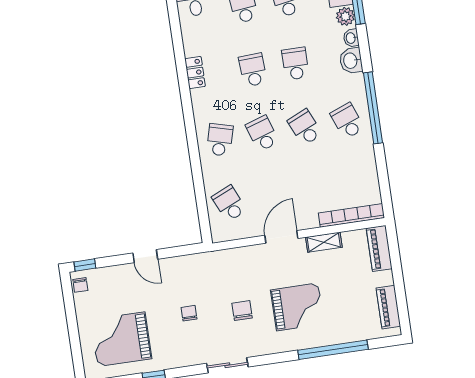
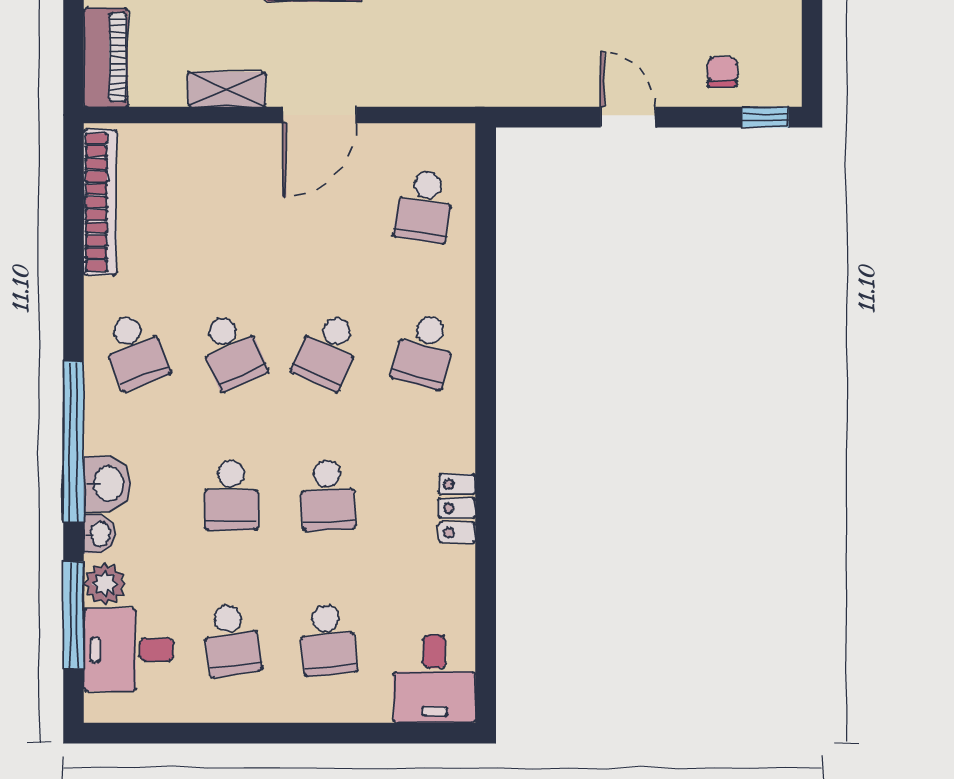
window: (373, 108) -> (74, 442), moved
school desk: (262, 134) -> (328, 351), turned 42
school desk: (229, 204) -> (424, 206), turned 33
bookcase: (351, 215) -> (100, 202), moved, turned -90
chair: (80, 285) -> (722, 72), moved

